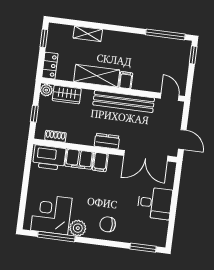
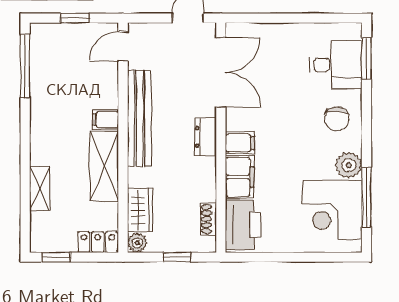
window: (193, 55) -> (75, 18), moved
desk: (155, 203) -> (336, 65), moved, turned 90

